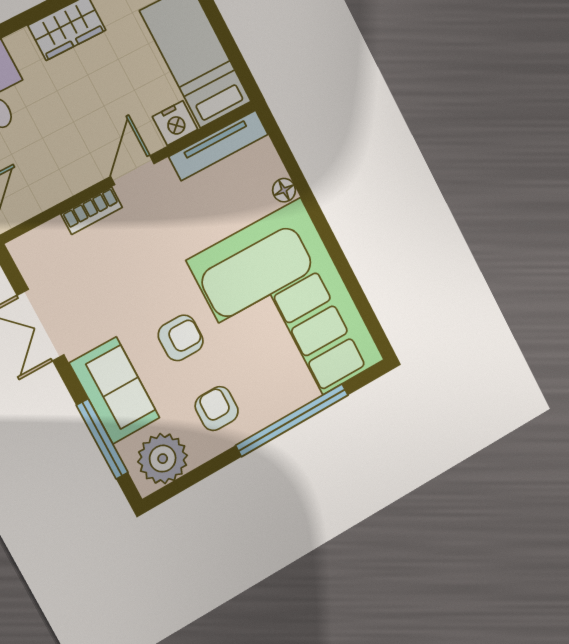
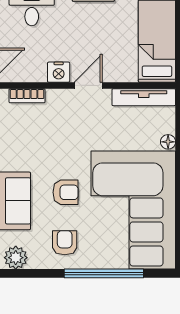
nightstand: (175, 123) -> (59, 72), moved
bookcase: (92, 211) -> (27, 96), moved
plant: (163, 459) -> (16, 258), width x0.73, depth x0.73

